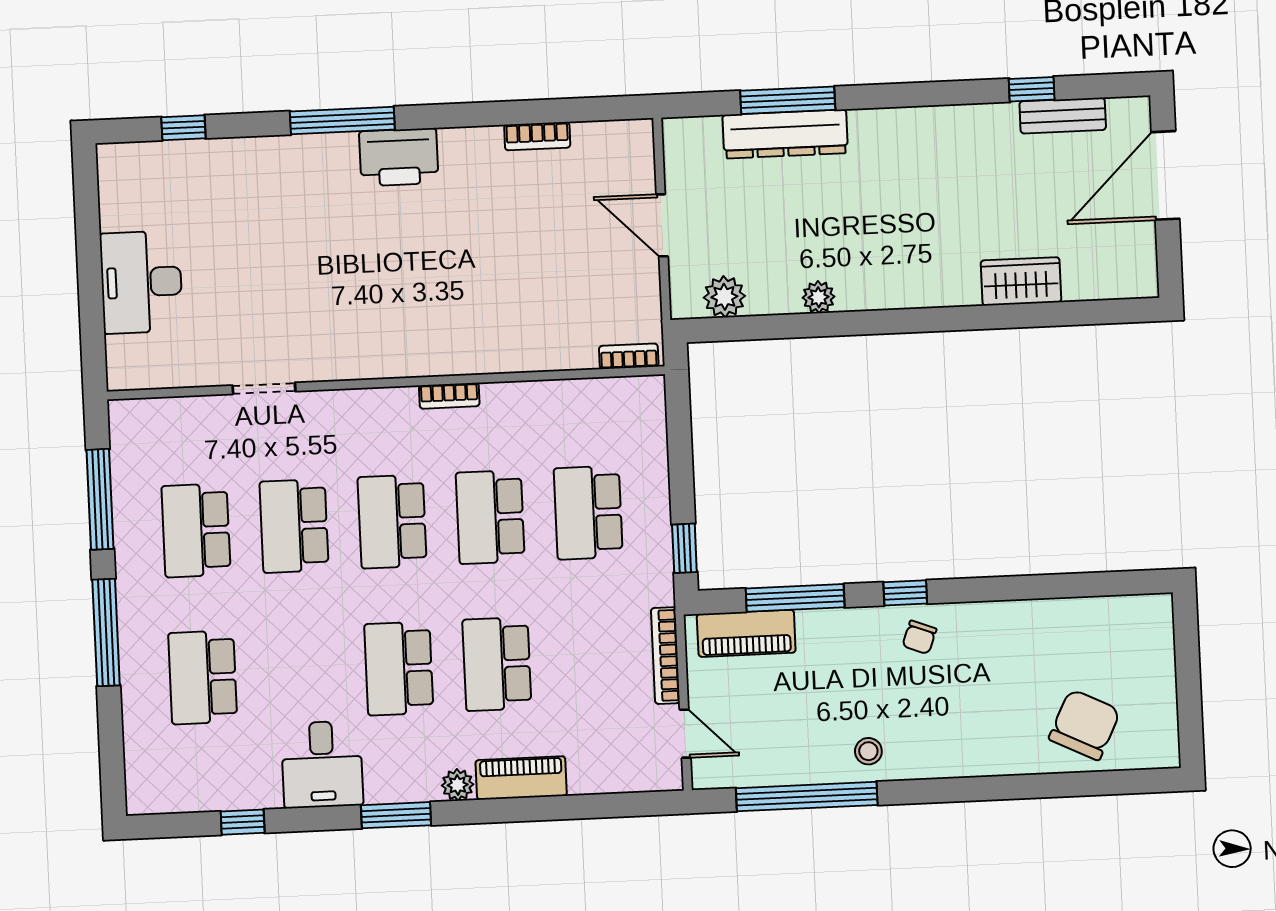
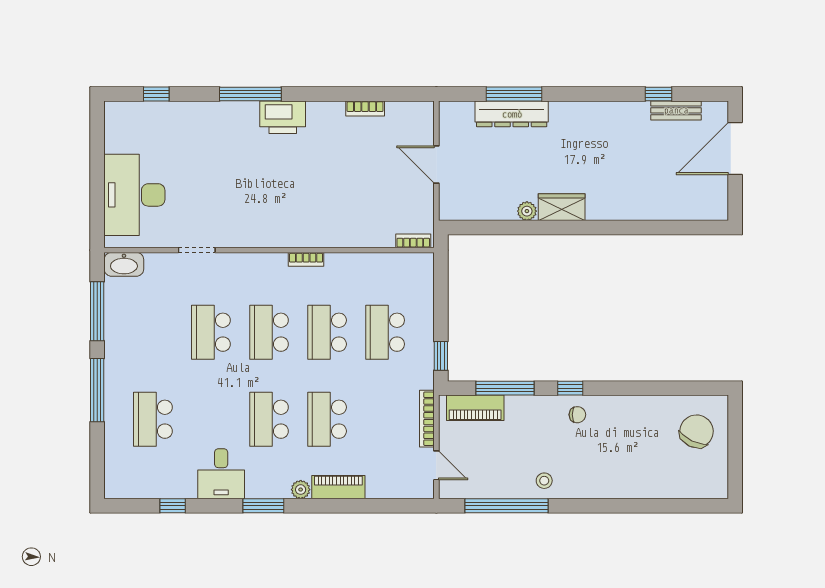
wardrobe: (1021, 281) -> (562, 207), moved
desk: (141, 282) -> (134, 195), width x1.36, depth x1.30
plant: (724, 297) -> (471, 208), removed
washbasin: (142, 418) -> (124, 264), added
school desk: (196, 530) -> (153, 332), removed
chair: (919, 637) -> (577, 415), turned -111
chair: (1085, 725) -> (696, 431), moved

